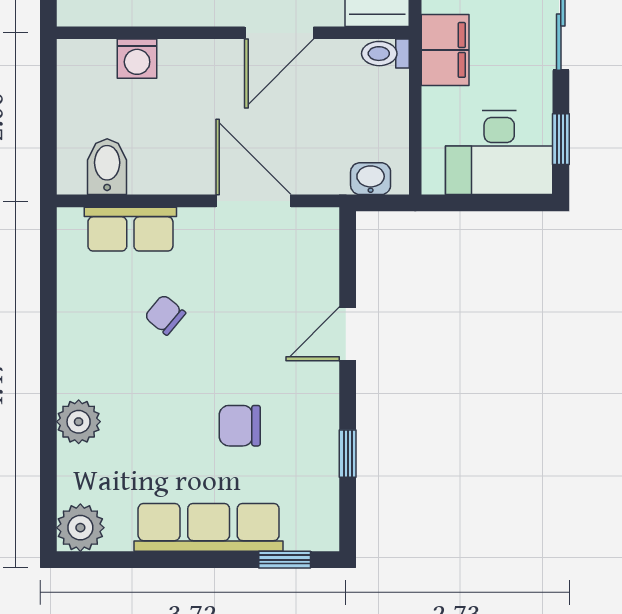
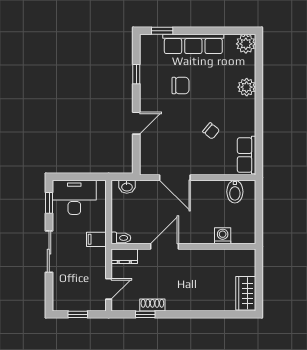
filing cabinet: (445, 50) -> (96, 239), width x0.50
row of seats: (130, 229) -> (247, 155), moved, turned -90

